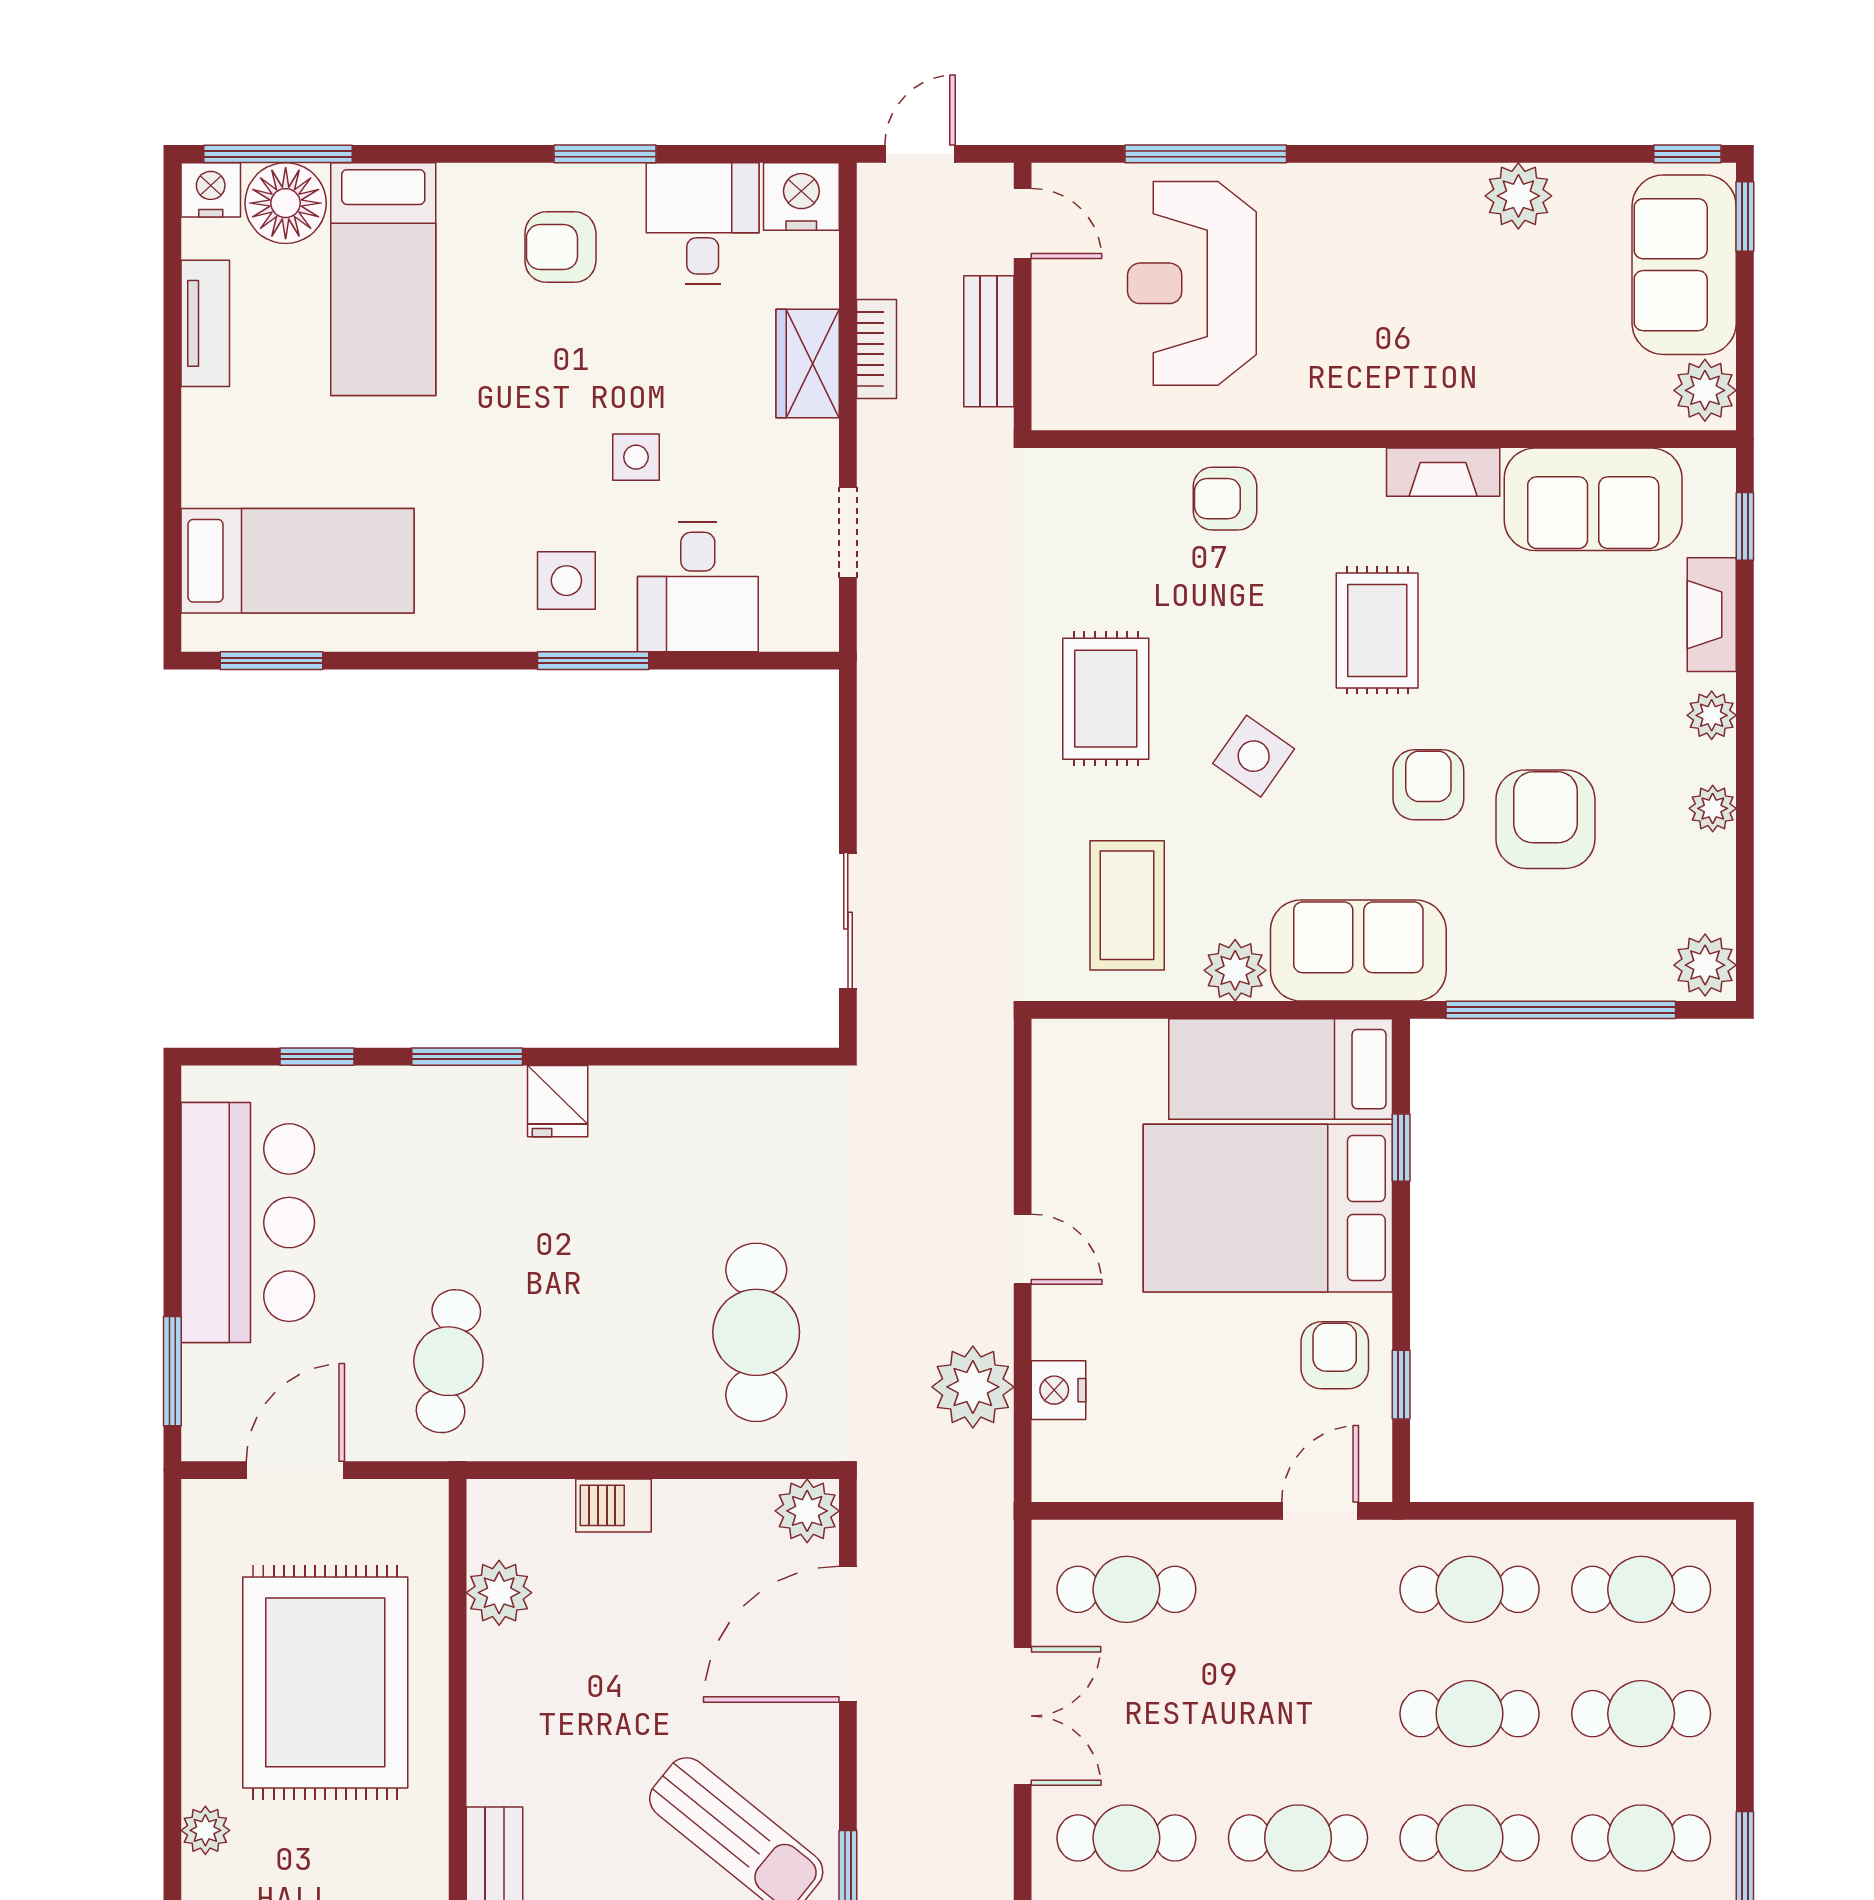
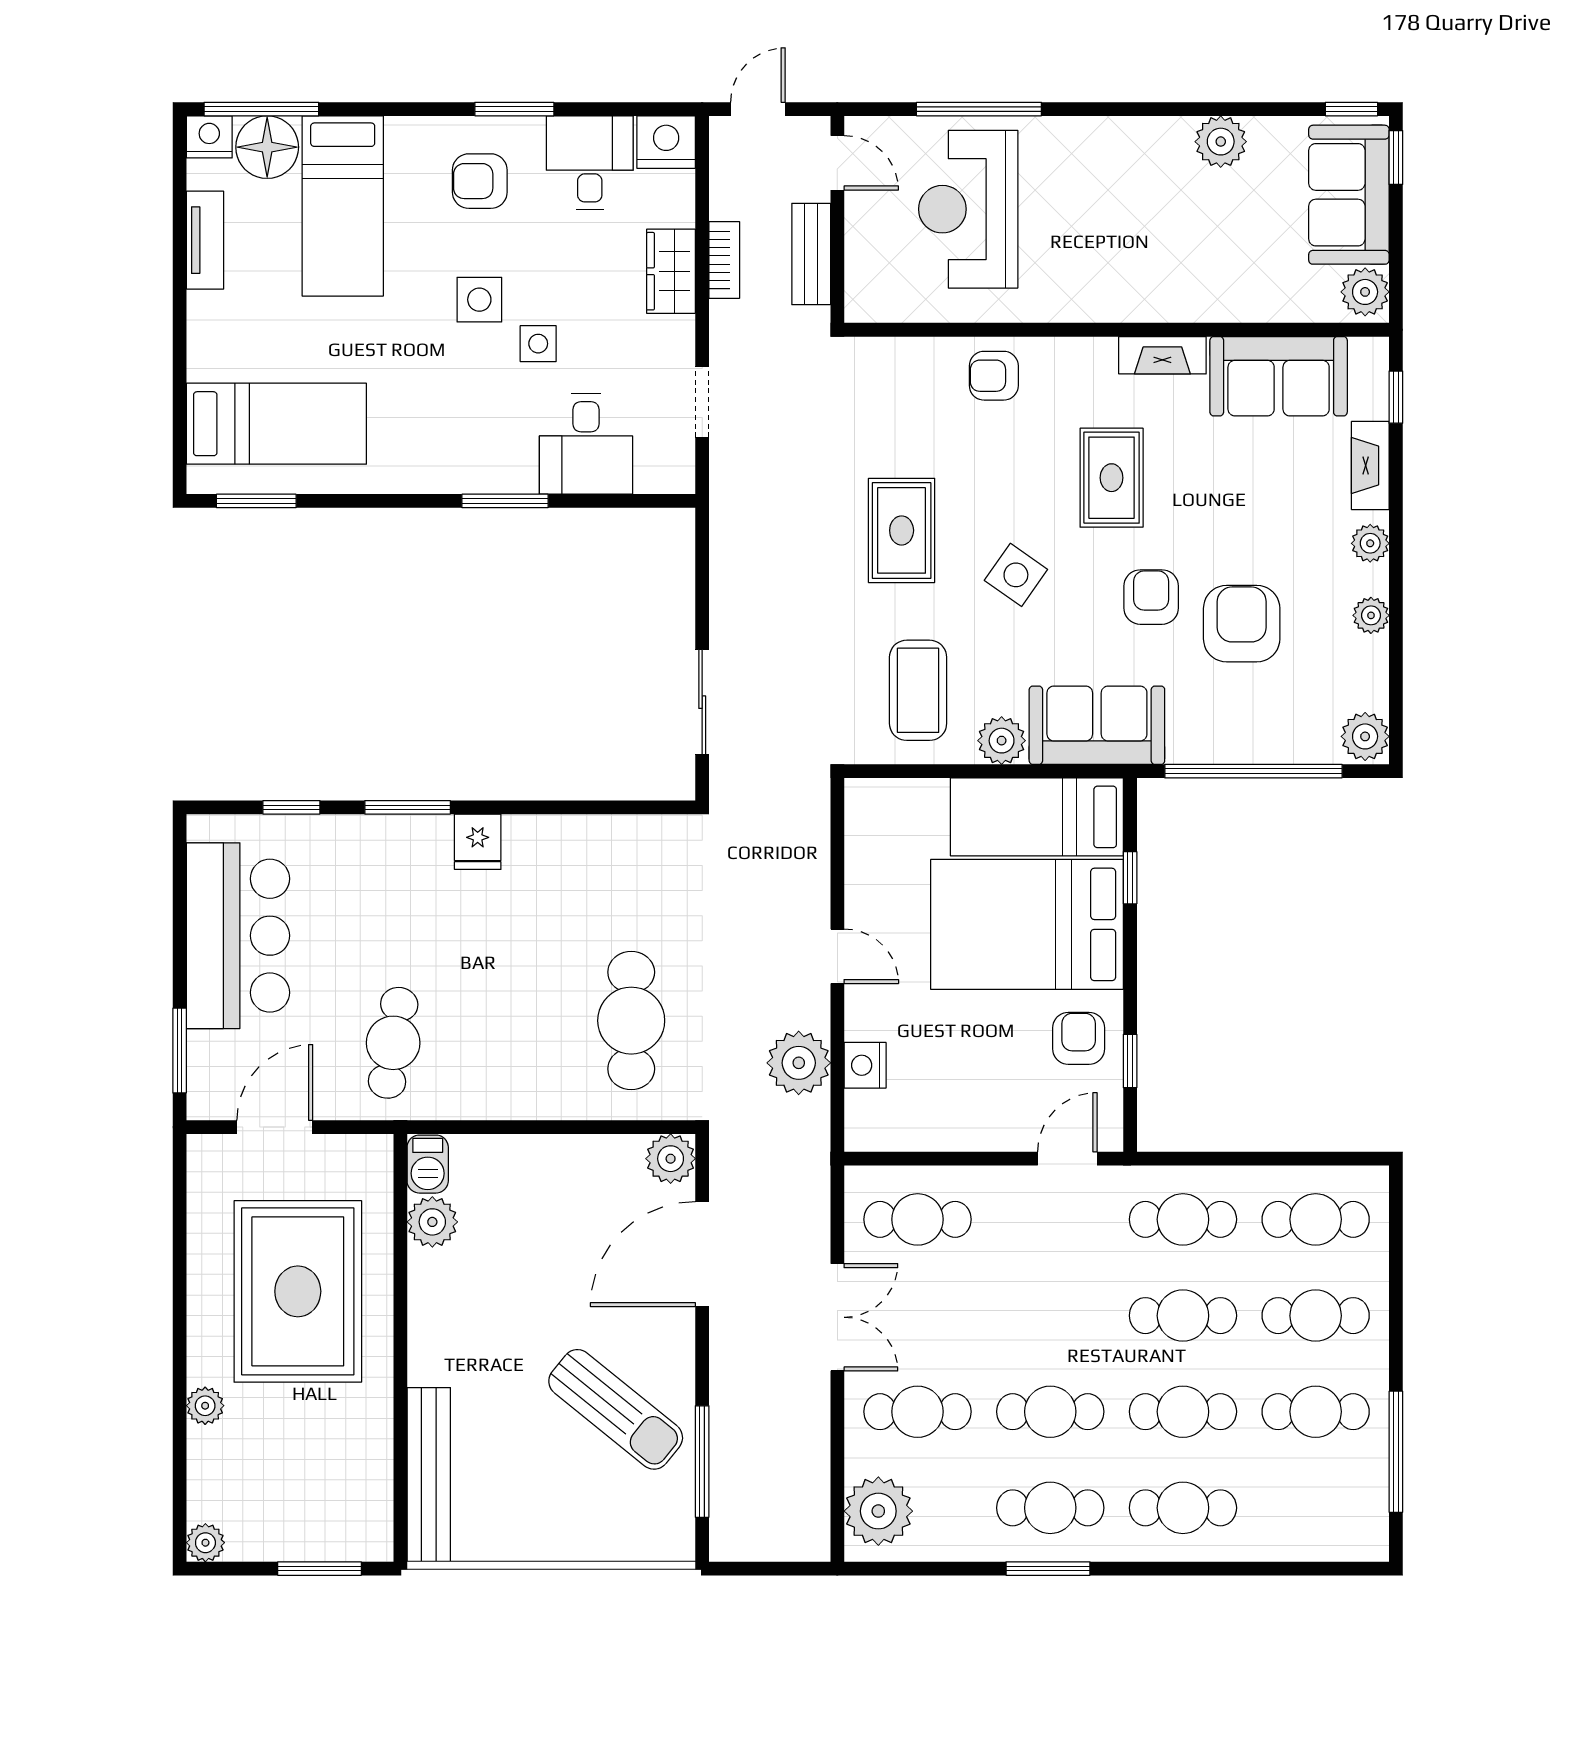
side table: (566, 581) -> (479, 300), moved
barbecue: (614, 1505) -> (428, 1164), moved, turned -90

